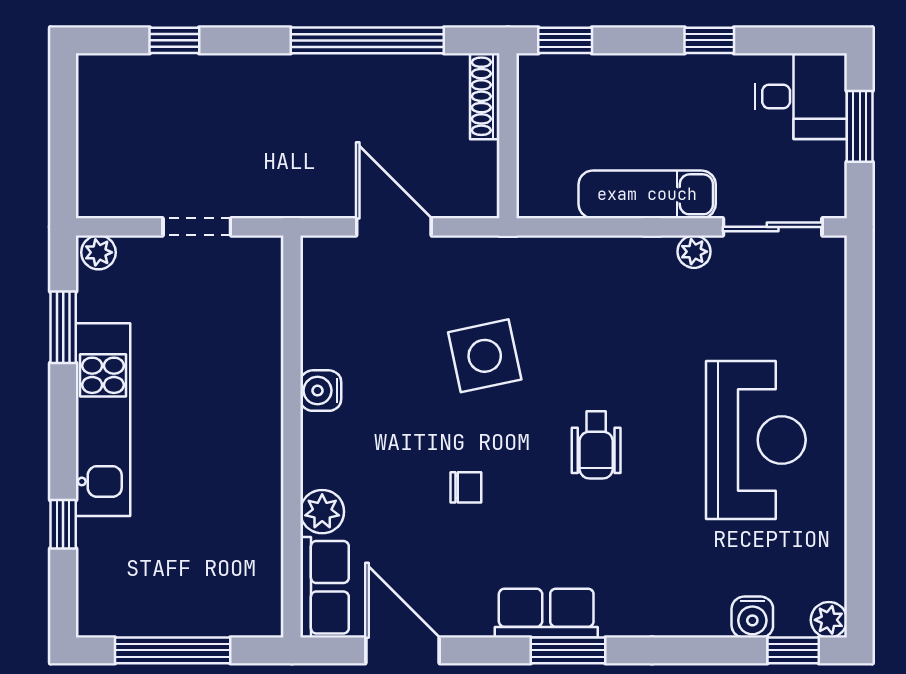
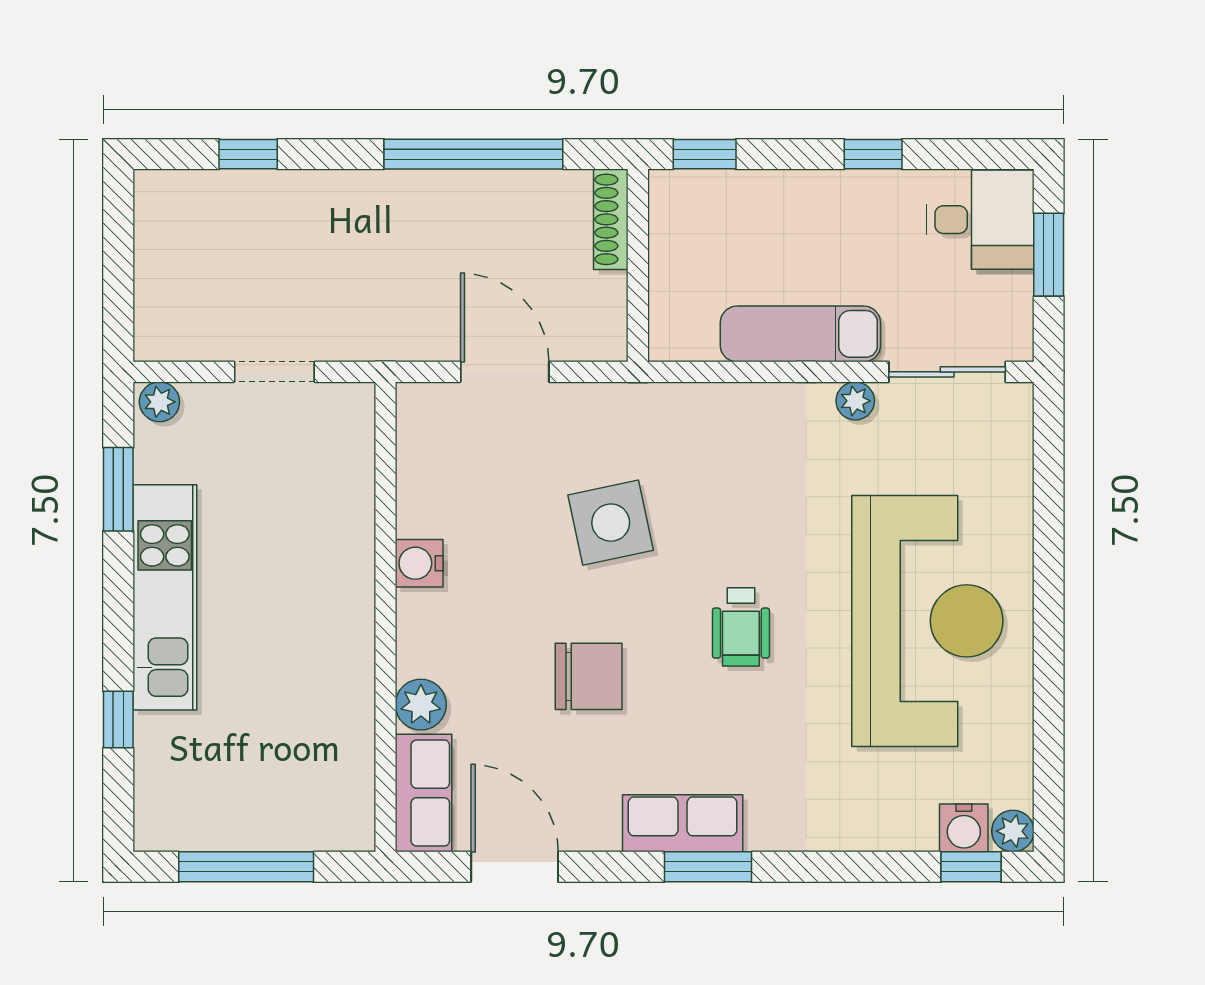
reception desk: (756, 440) -> (927, 621), width x1.36, depth x1.30
chair: (466, 487) -> (589, 676), width x1.87, depth x1.87
water cooler: (752, 617) -> (964, 828), moved

